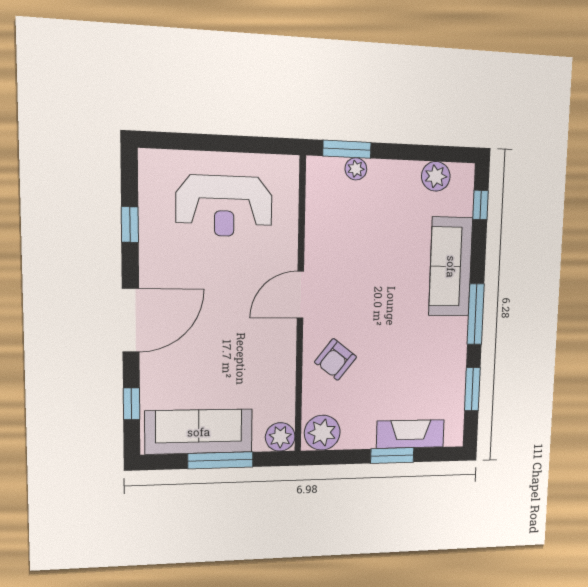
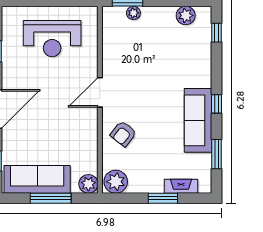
sofa: (451, 267) -> (198, 120), moved
window: (476, 314) -> (217, 104), width x0.46
fireplace: (410, 434) -> (181, 186), width x0.73, depth x0.76

